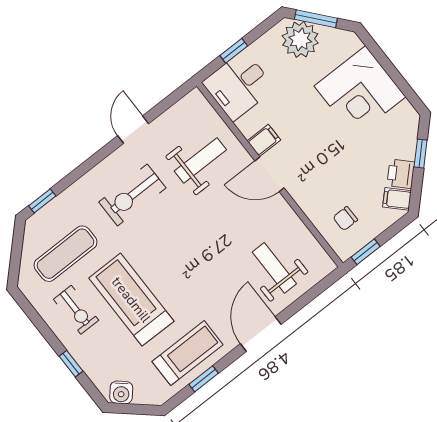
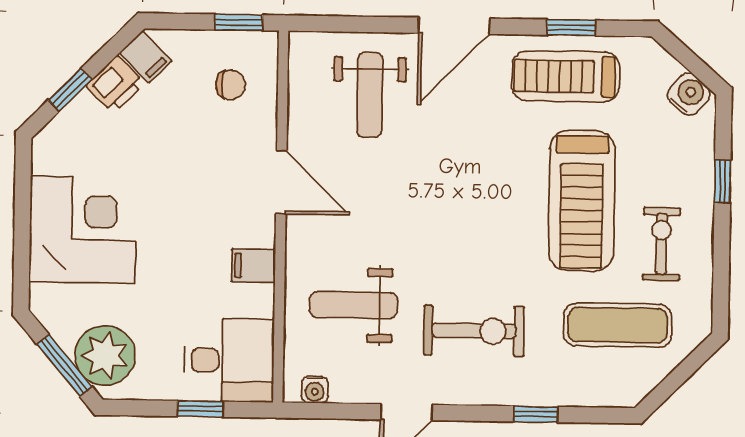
water cooler: (186, 105) -> (315, 390), added
door: (270, 174) -> (281, 182), moved
window: (42, 201) -> (536, 414), moved

